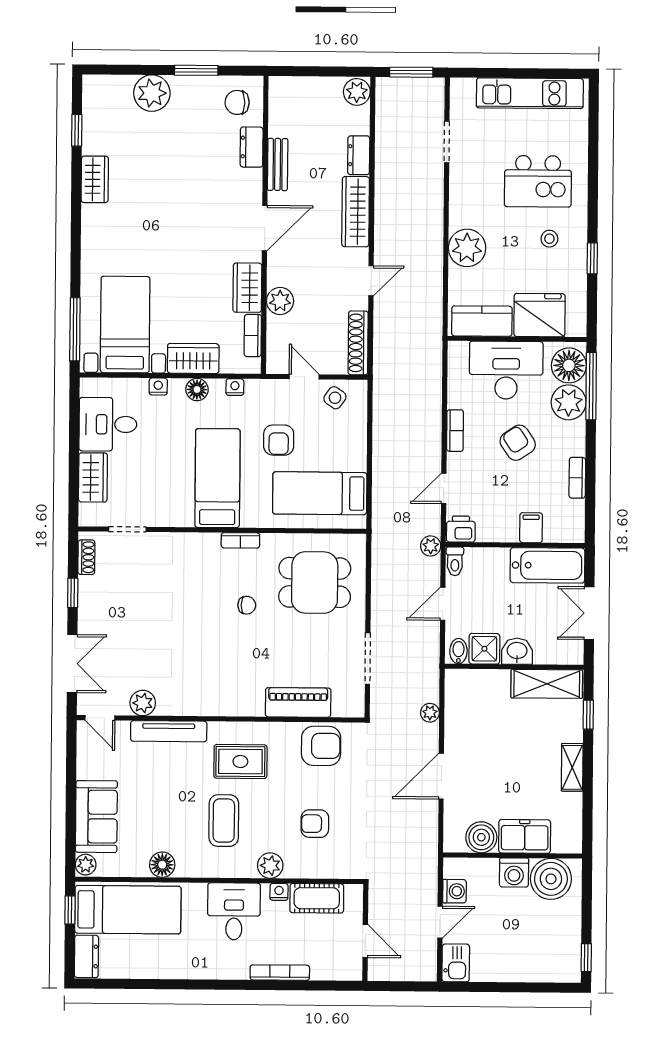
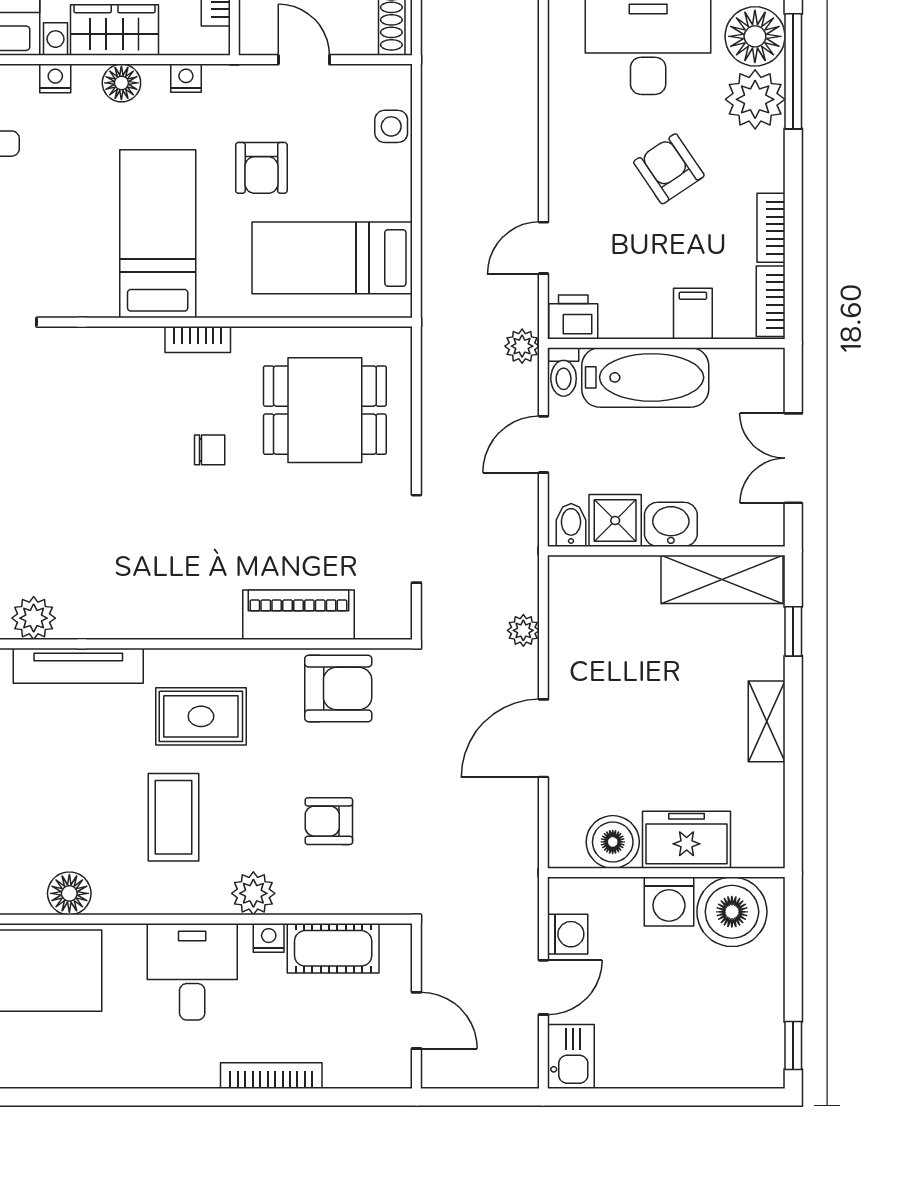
side table: (335, 398) -> (391, 126), moved, turned -35
bookcase: (455, 431) -> (771, 301), moved, turned 180
bathtub: (547, 565) -> (645, 377), moved

